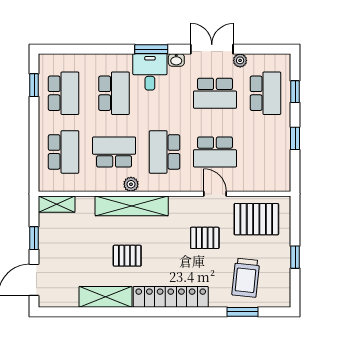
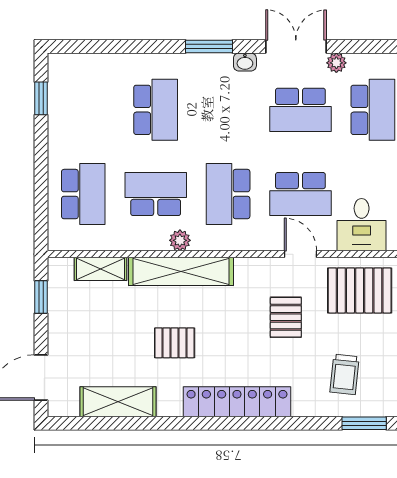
desk: (150, 72) -> (362, 225), moved, turned 180
school desk: (64, 93) -> (83, 110), removed
shelving: (57, 204) -> (100, 269), moved
window: (34, 238) -> (41, 297), moved
pallet: (205, 238) -> (286, 317), turned 90
trolley: (246, 278) -> (345, 374), width x0.73, depth x0.72
shelving: (106, 297) -> (118, 402), moved
window: (243, 312) -> (364, 423), moved

